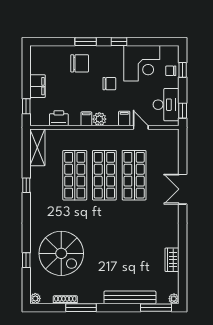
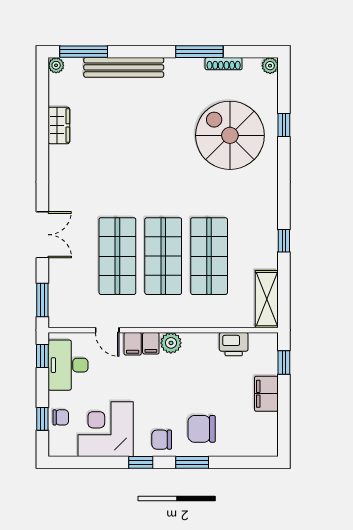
chair: (109, 84) -> (162, 440), moved
filing cabinet: (86, 119) -> (151, 343), moved
window: (183, 147) -> (42, 300), added

